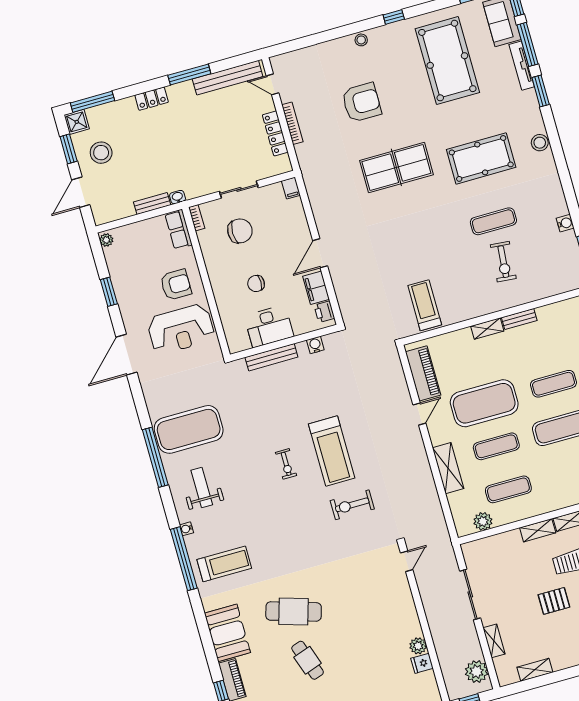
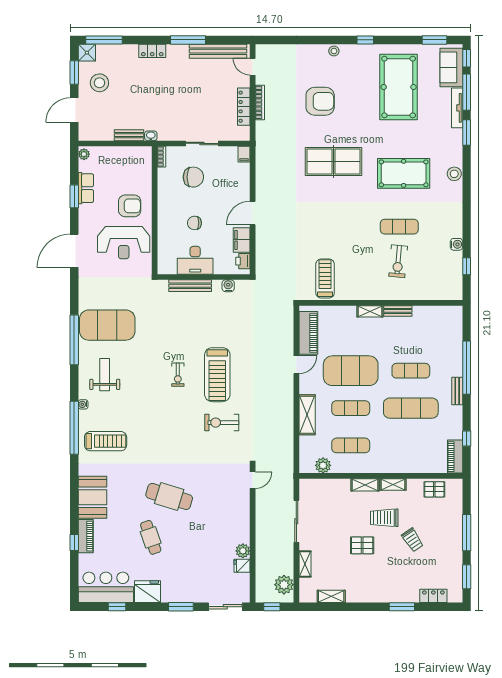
row of seats: (178, 229) -> (86, 188), moved, turned 180
cafe table: (294, 611) -> (169, 496), moved

